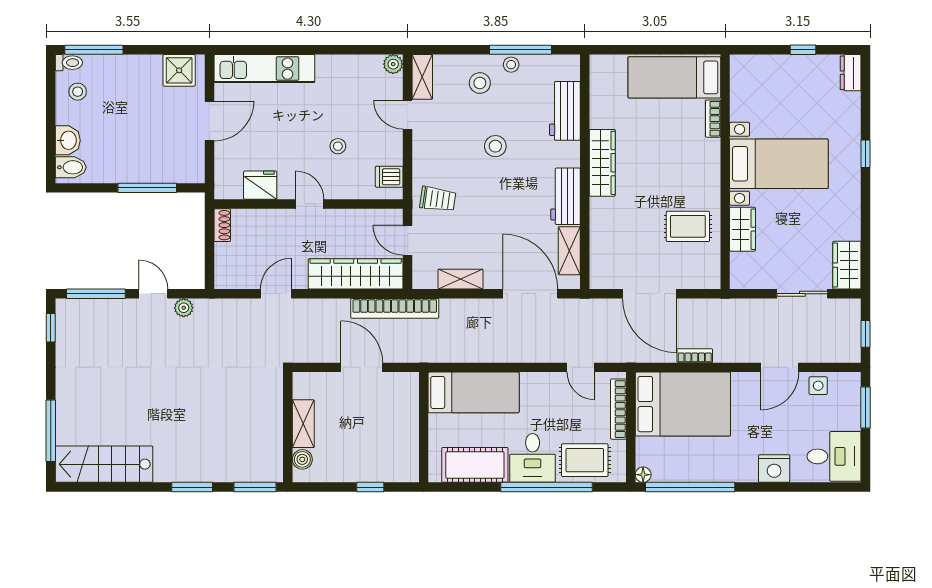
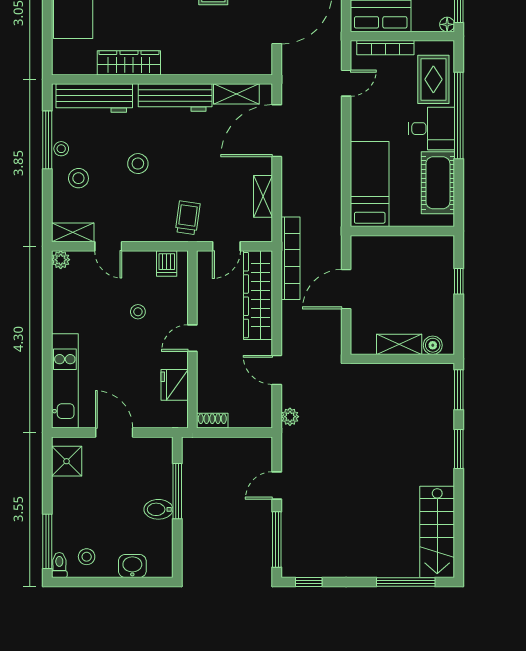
workbench: (565, 111) -> (94, 98), width x1.38
door: (408, 115) -> (108, 246), hinge flipped
wardrobe: (602, 163) -> (129, 63), moved
bidet: (71, 167) -> (158, 509), moved, turned -90
workbench: (565, 196) -> (175, 98), width x1.38
plant: (184, 308) -> (290, 417), moved

